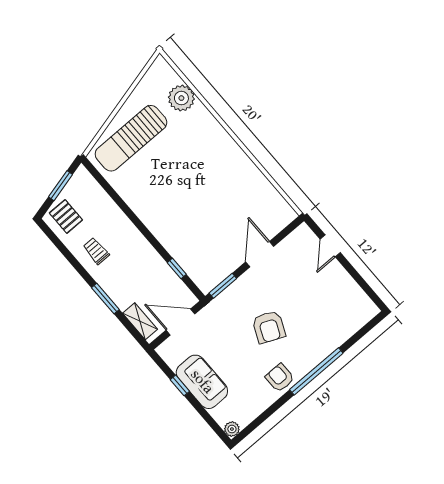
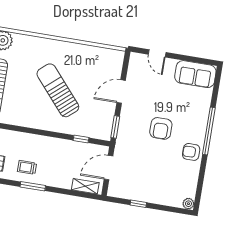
sun lounger: (195, 198) -> (58, 90), added
door: (260, 254) -> (121, 92), hinge flipped
window: (105, 299) -> (33, 186), moved
armchair: (269, 327) -> (161, 128), turned 66
sofa: (202, 382) -> (195, 74), moved, turned 180

